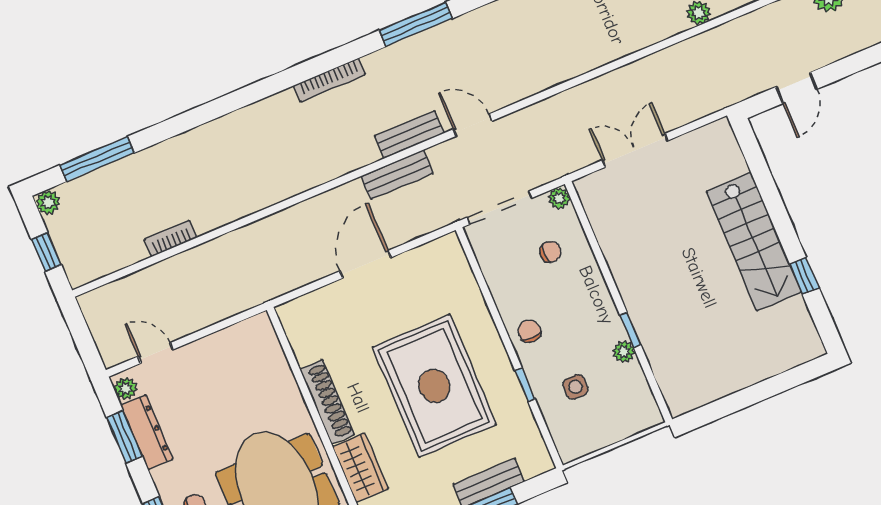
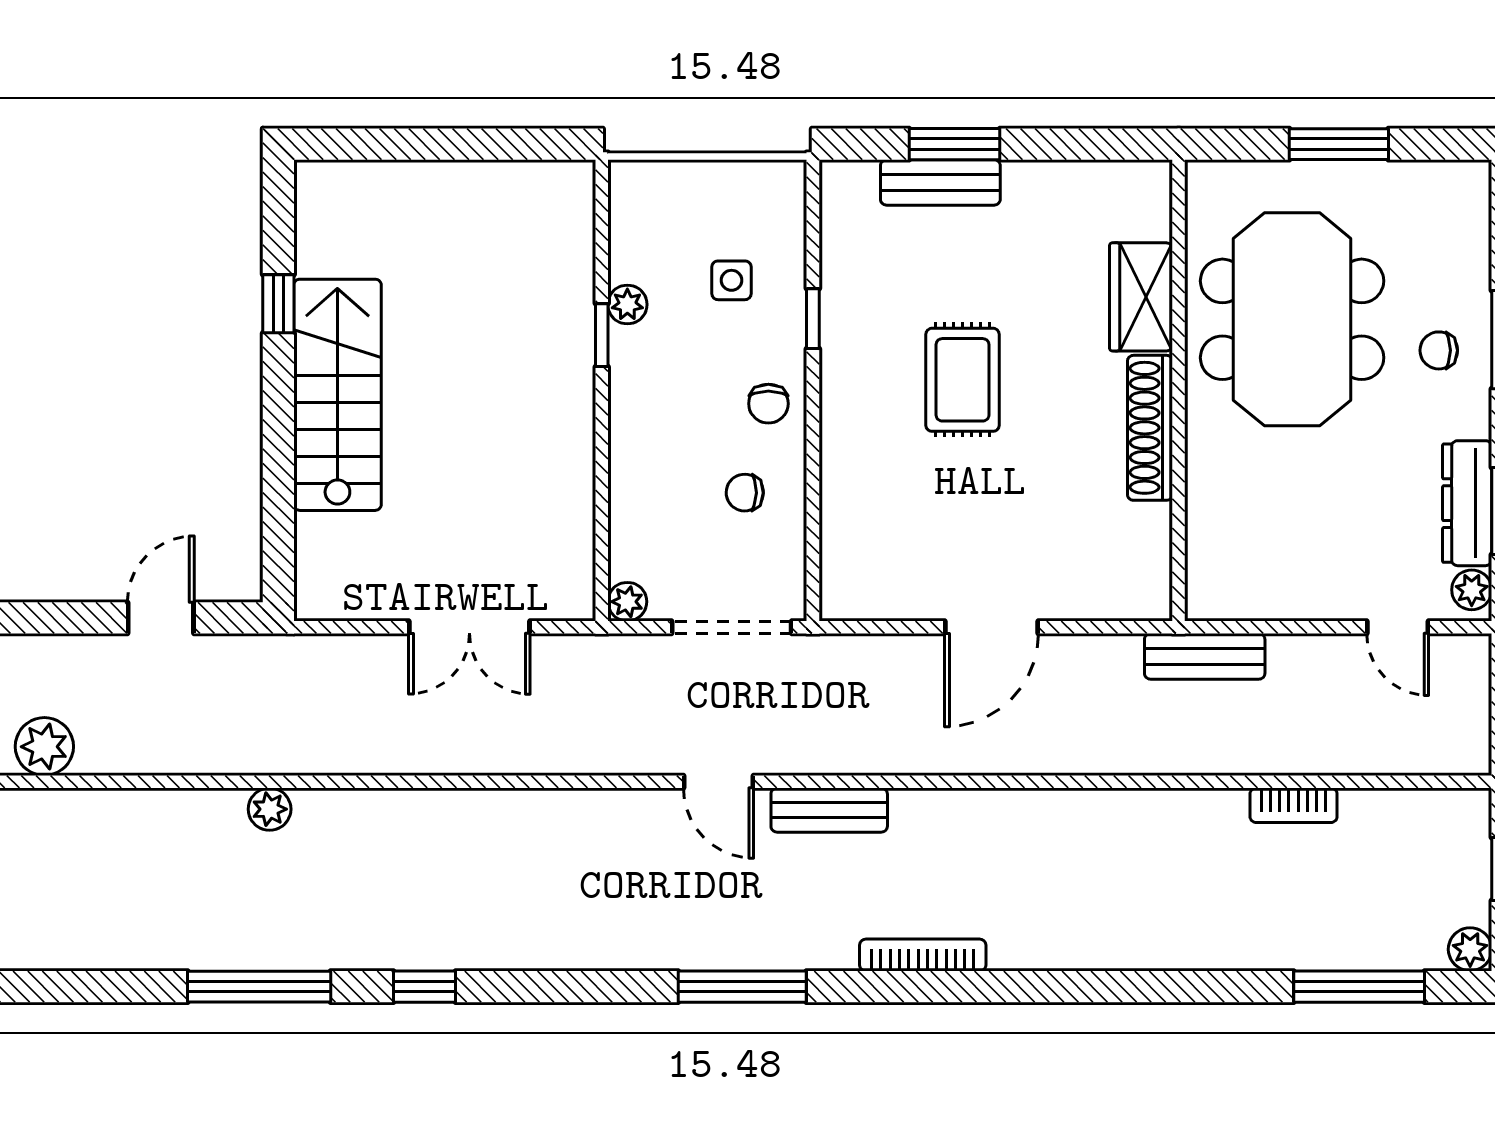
bench: (397, 175) -> (1205, 656), moved
chair: (550, 252) -> (745, 493), moved
rug: (434, 386) -> (963, 380), width x0.54, depth x0.49

